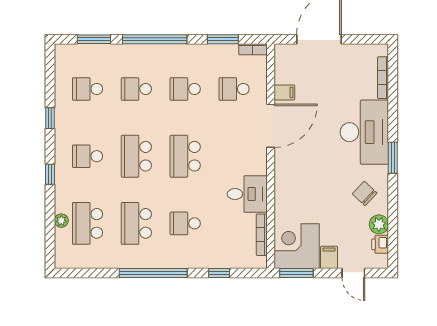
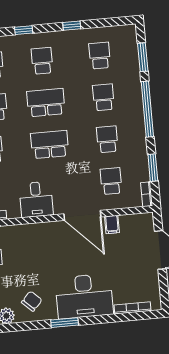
desk: (247, 194) -> (36, 199), moved

